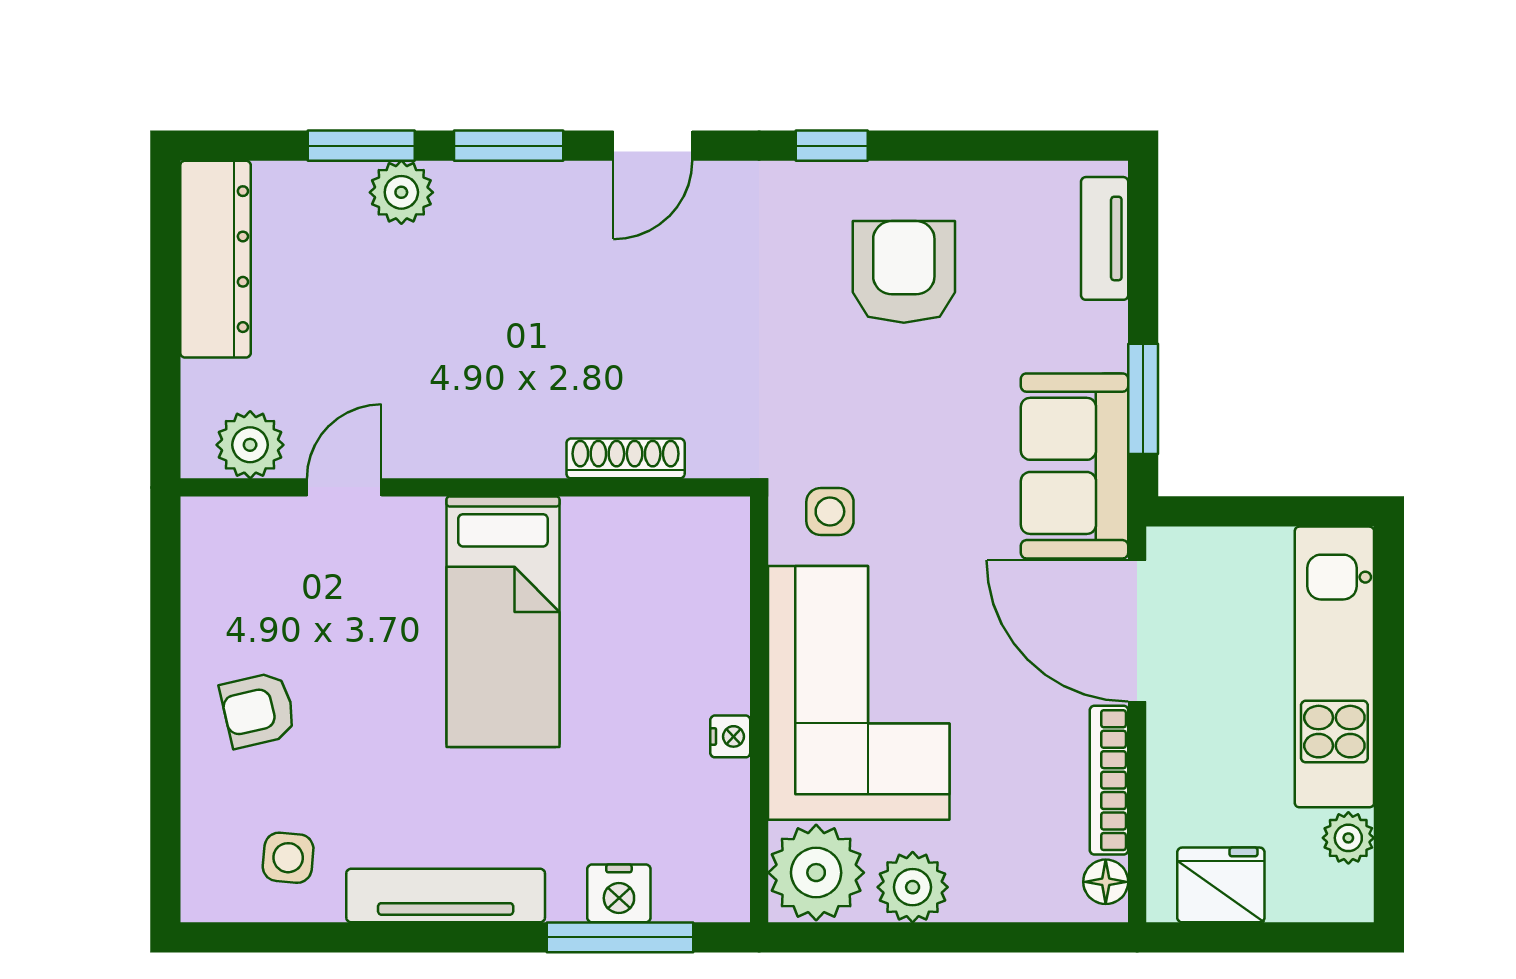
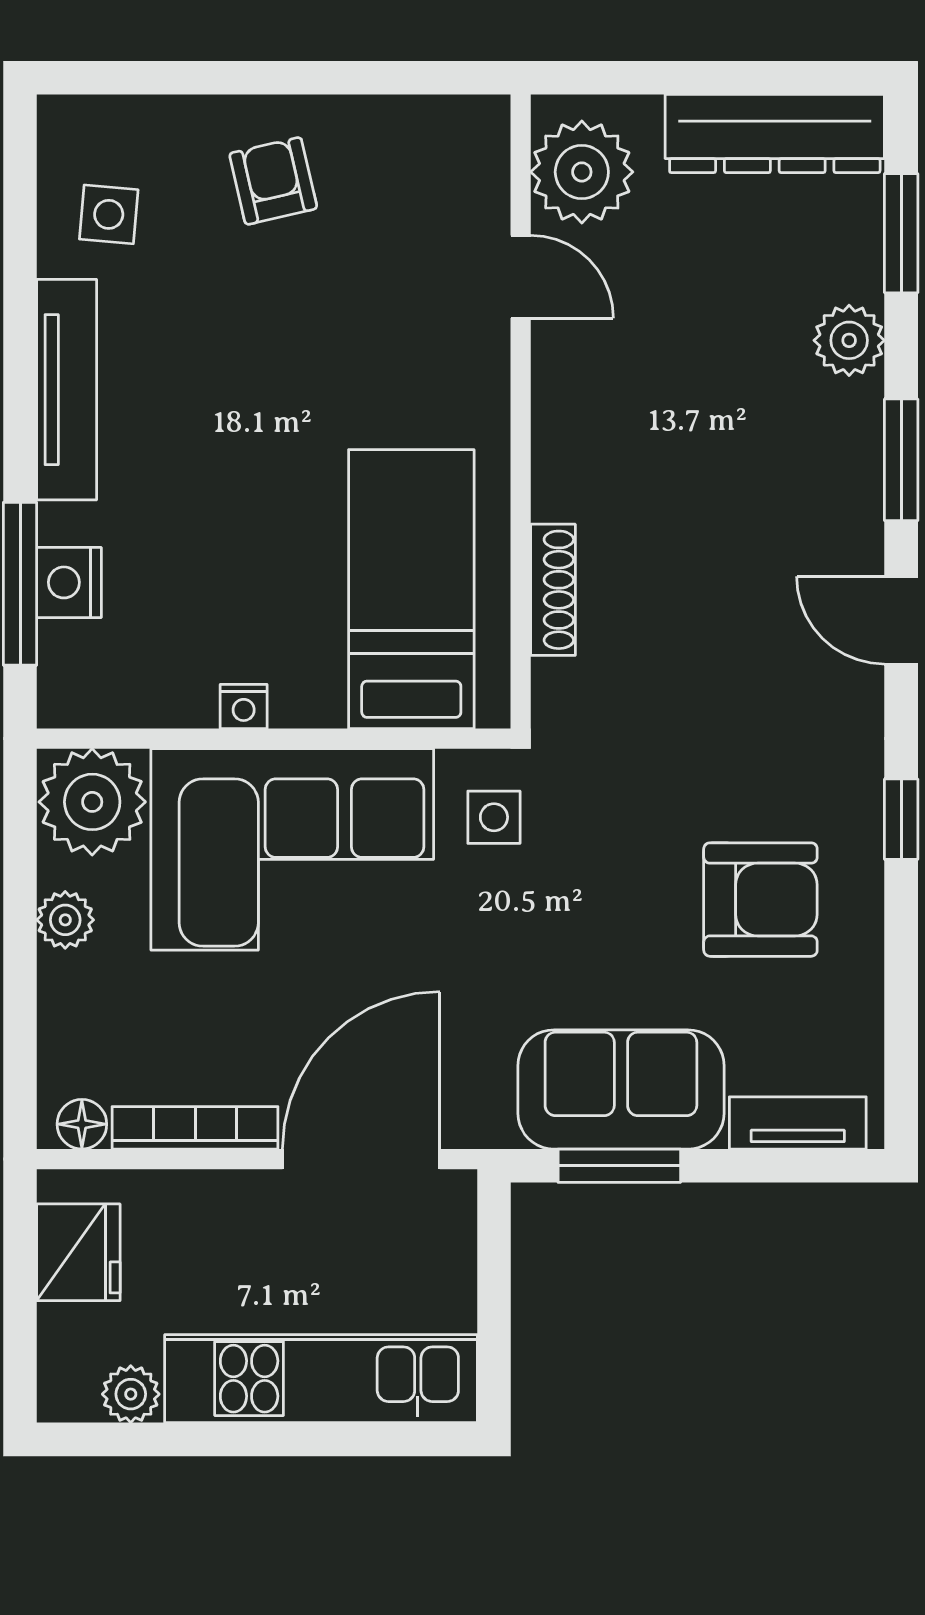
window: (361, 146) -> (901, 233), moved
plant: (250, 445) -> (582, 172), width x1.36, depth x1.36
sofa: (1075, 466) -> (621, 1089), moved
bed: (503, 622) -> (411, 589), moved, turned 90
plant: (913, 887) -> (65, 920), width x0.73, depth x0.73

